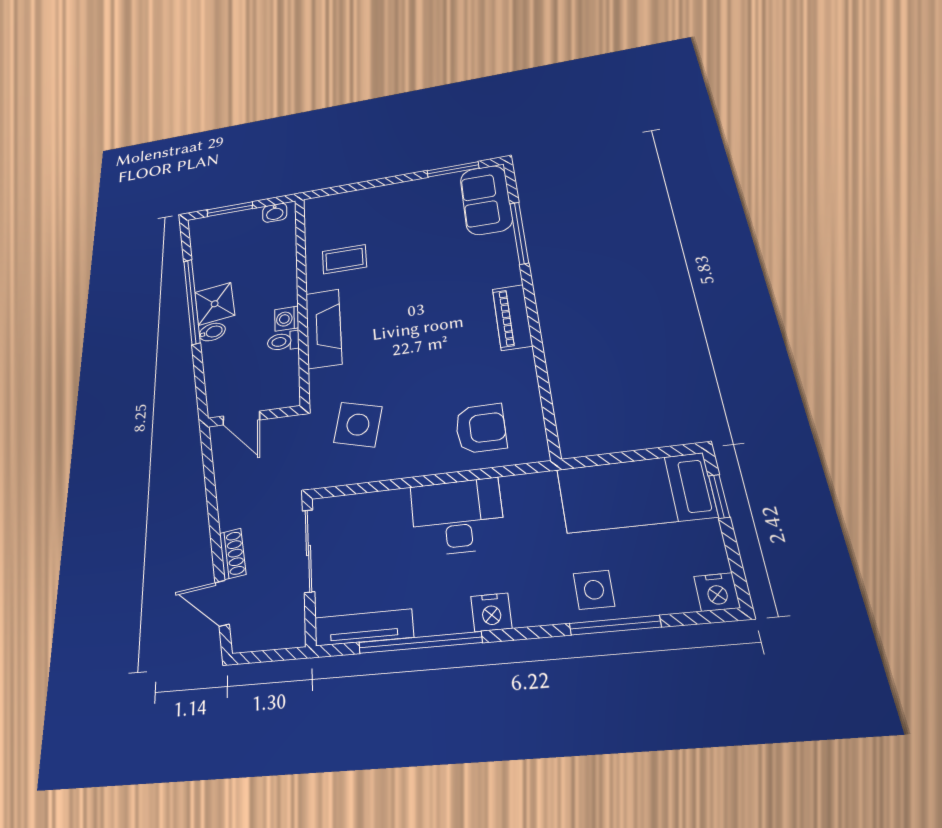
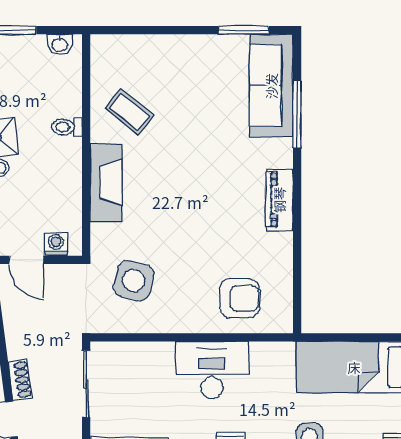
sofa: (486, 200) -> (271, 86), width x1.36
coffee table: (344, 259) -> (129, 112), turned 39
washing machine: (287, 319) -> (56, 244), moved, turned 90
toilet: (283, 341) -> (67, 127), moved

